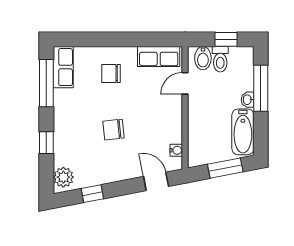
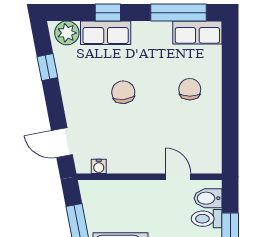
row of seats: (159, 56) -> (106, 33), moved, turned -90
door: (156, 181) -> (62, 143), swing flipped

